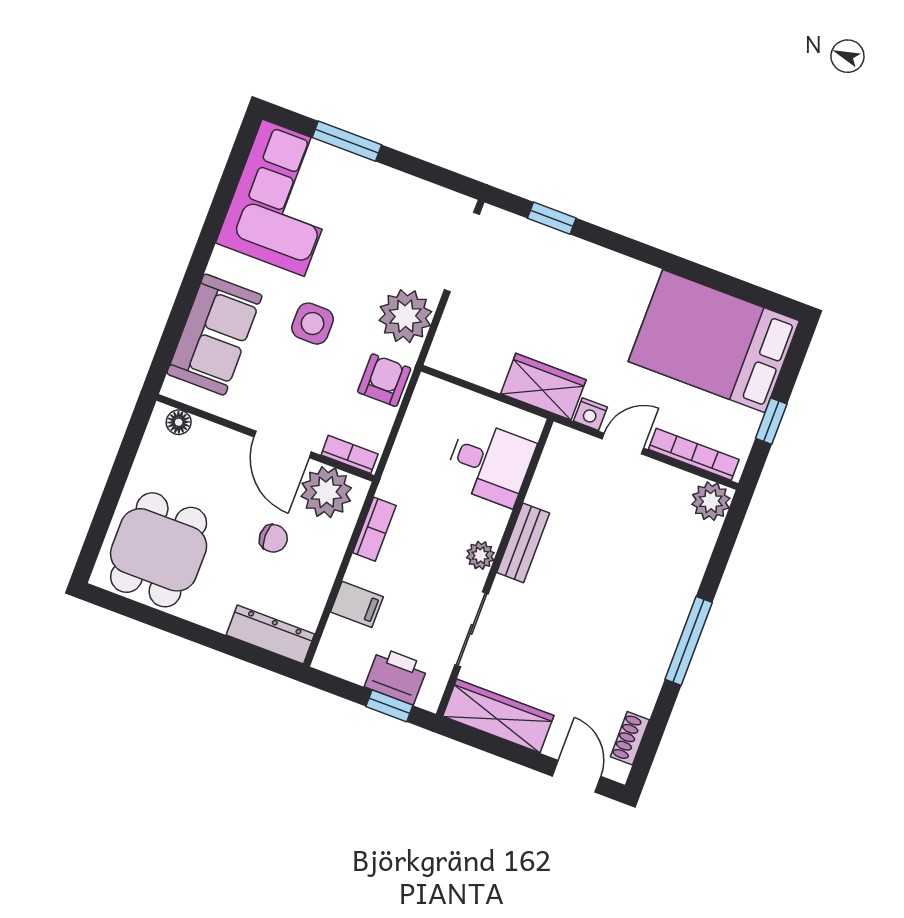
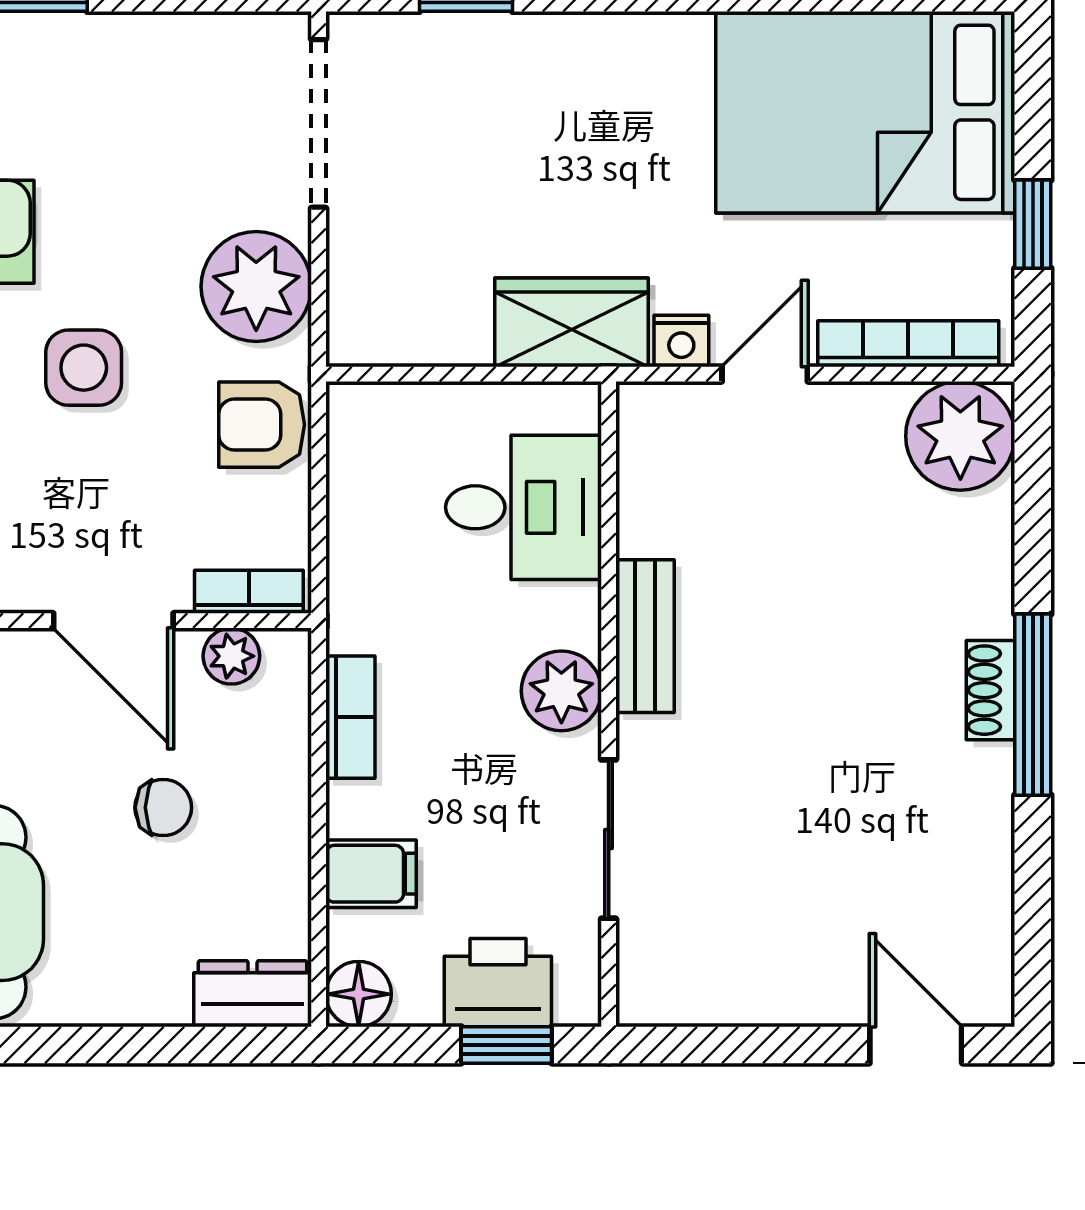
armchair: (384, 380) -> (262, 425), turned -90
plant: (326, 492) -> (231, 656), width x0.53, depth x0.53
plant: (711, 501) -> (960, 436), width x1.36, depth x1.36
plant: (480, 555) -> (561, 691), width x1.38, depth x1.38
dresser: (270, 634) -> (253, 994), width x0.70
floor lamp: (331, 657) -> (359, 994), added
wardrobe: (498, 716) -> (722, 986), removed
shoe rack: (630, 738) -> (991, 690), moved

